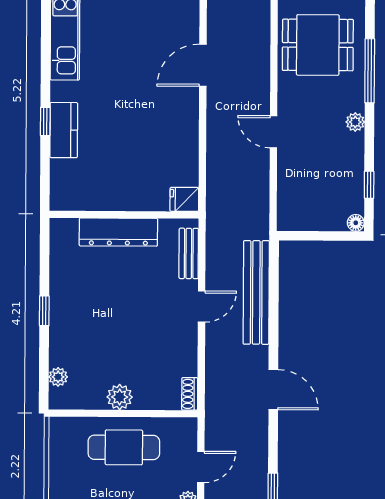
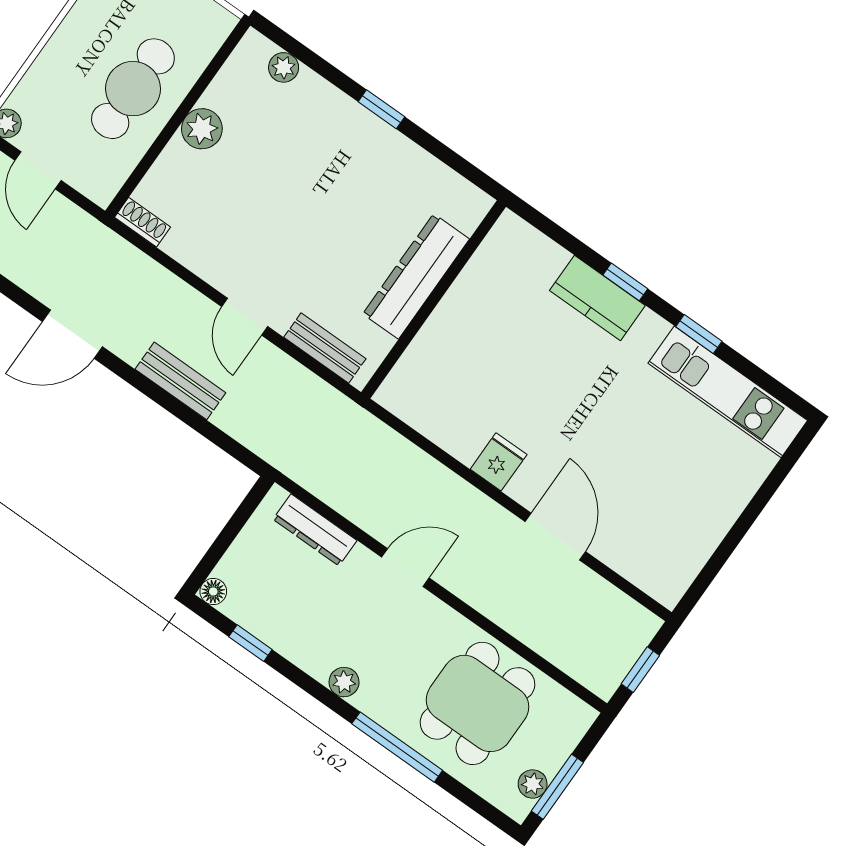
window: (46, 64) -> (699, 334), added
dresser: (287, 192) -> (315, 530), added
fridge: (184, 199) -> (499, 462), moved
bench: (256, 292) -> (180, 381), width x0.54, depth x0.82

